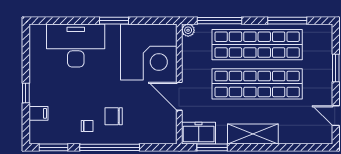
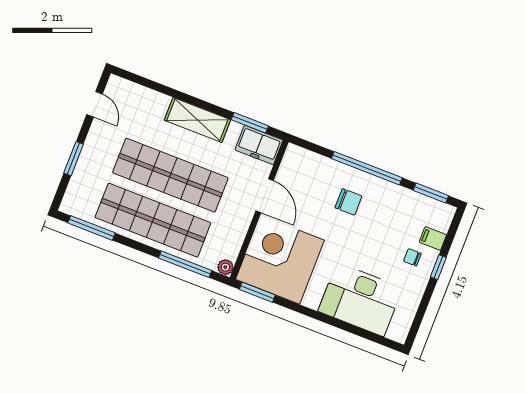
window: (114, 21) -> (257, 292), moved
window: (287, 21) -> (92, 228), moved
chair: (87, 126) -> (412, 257), moved

